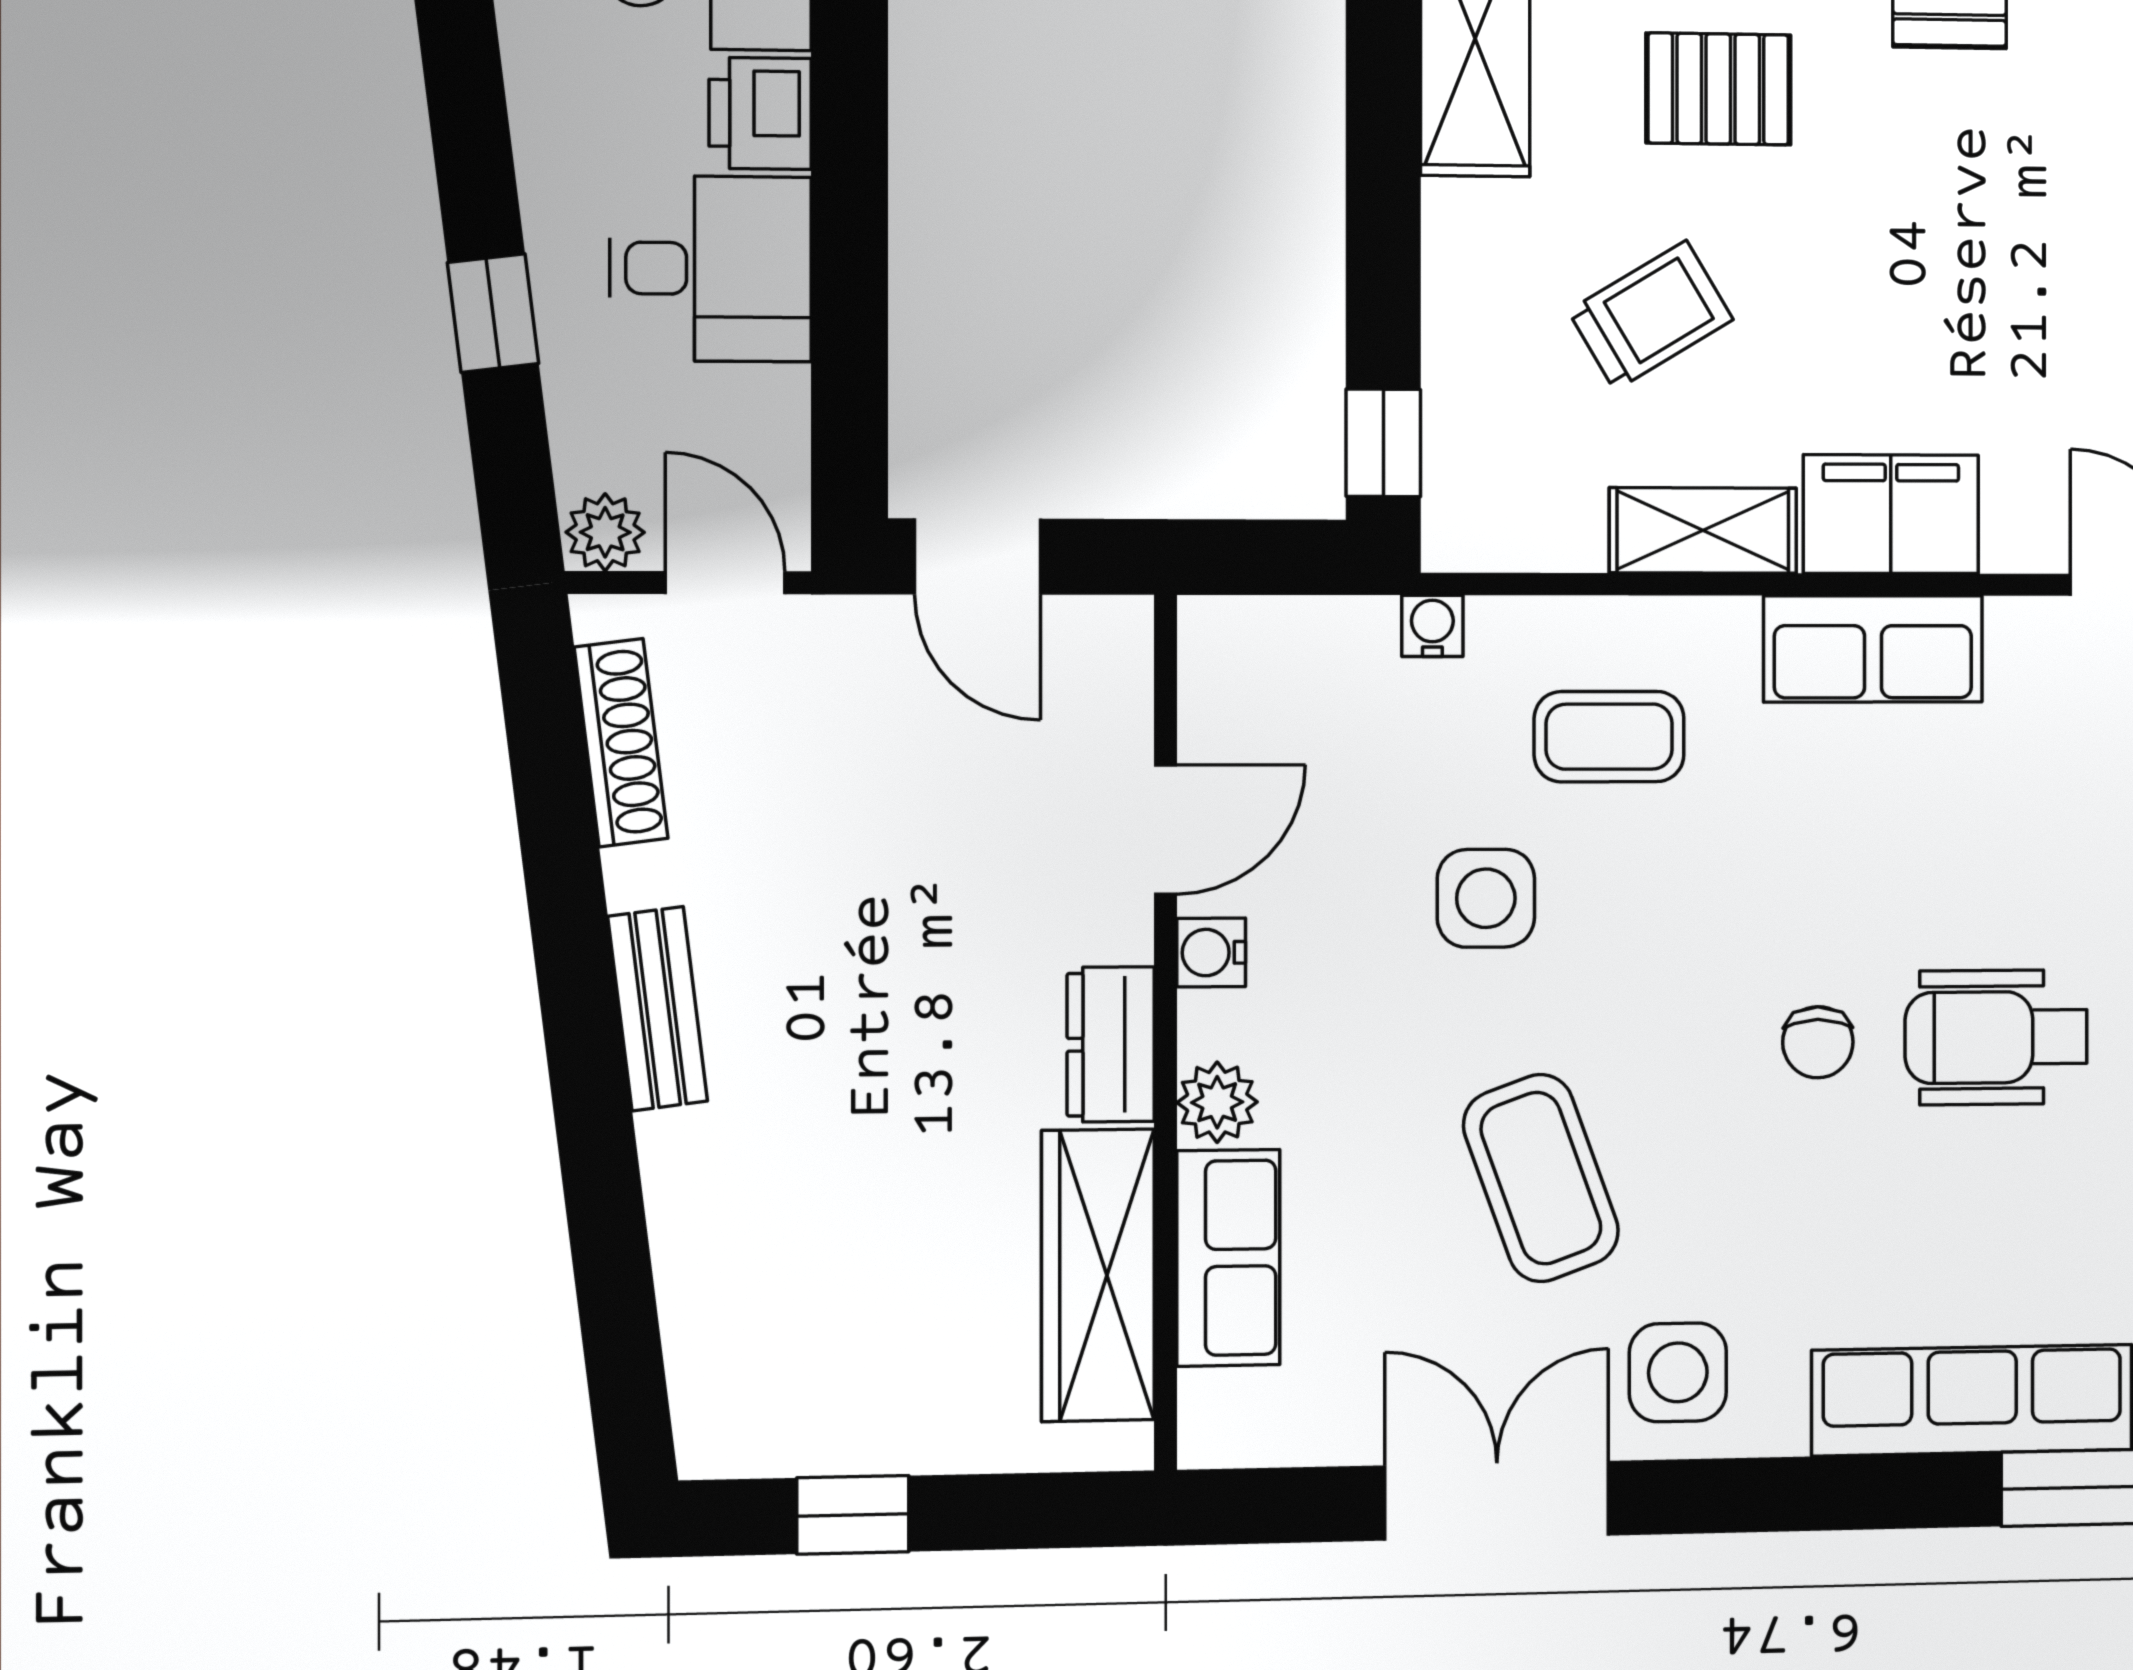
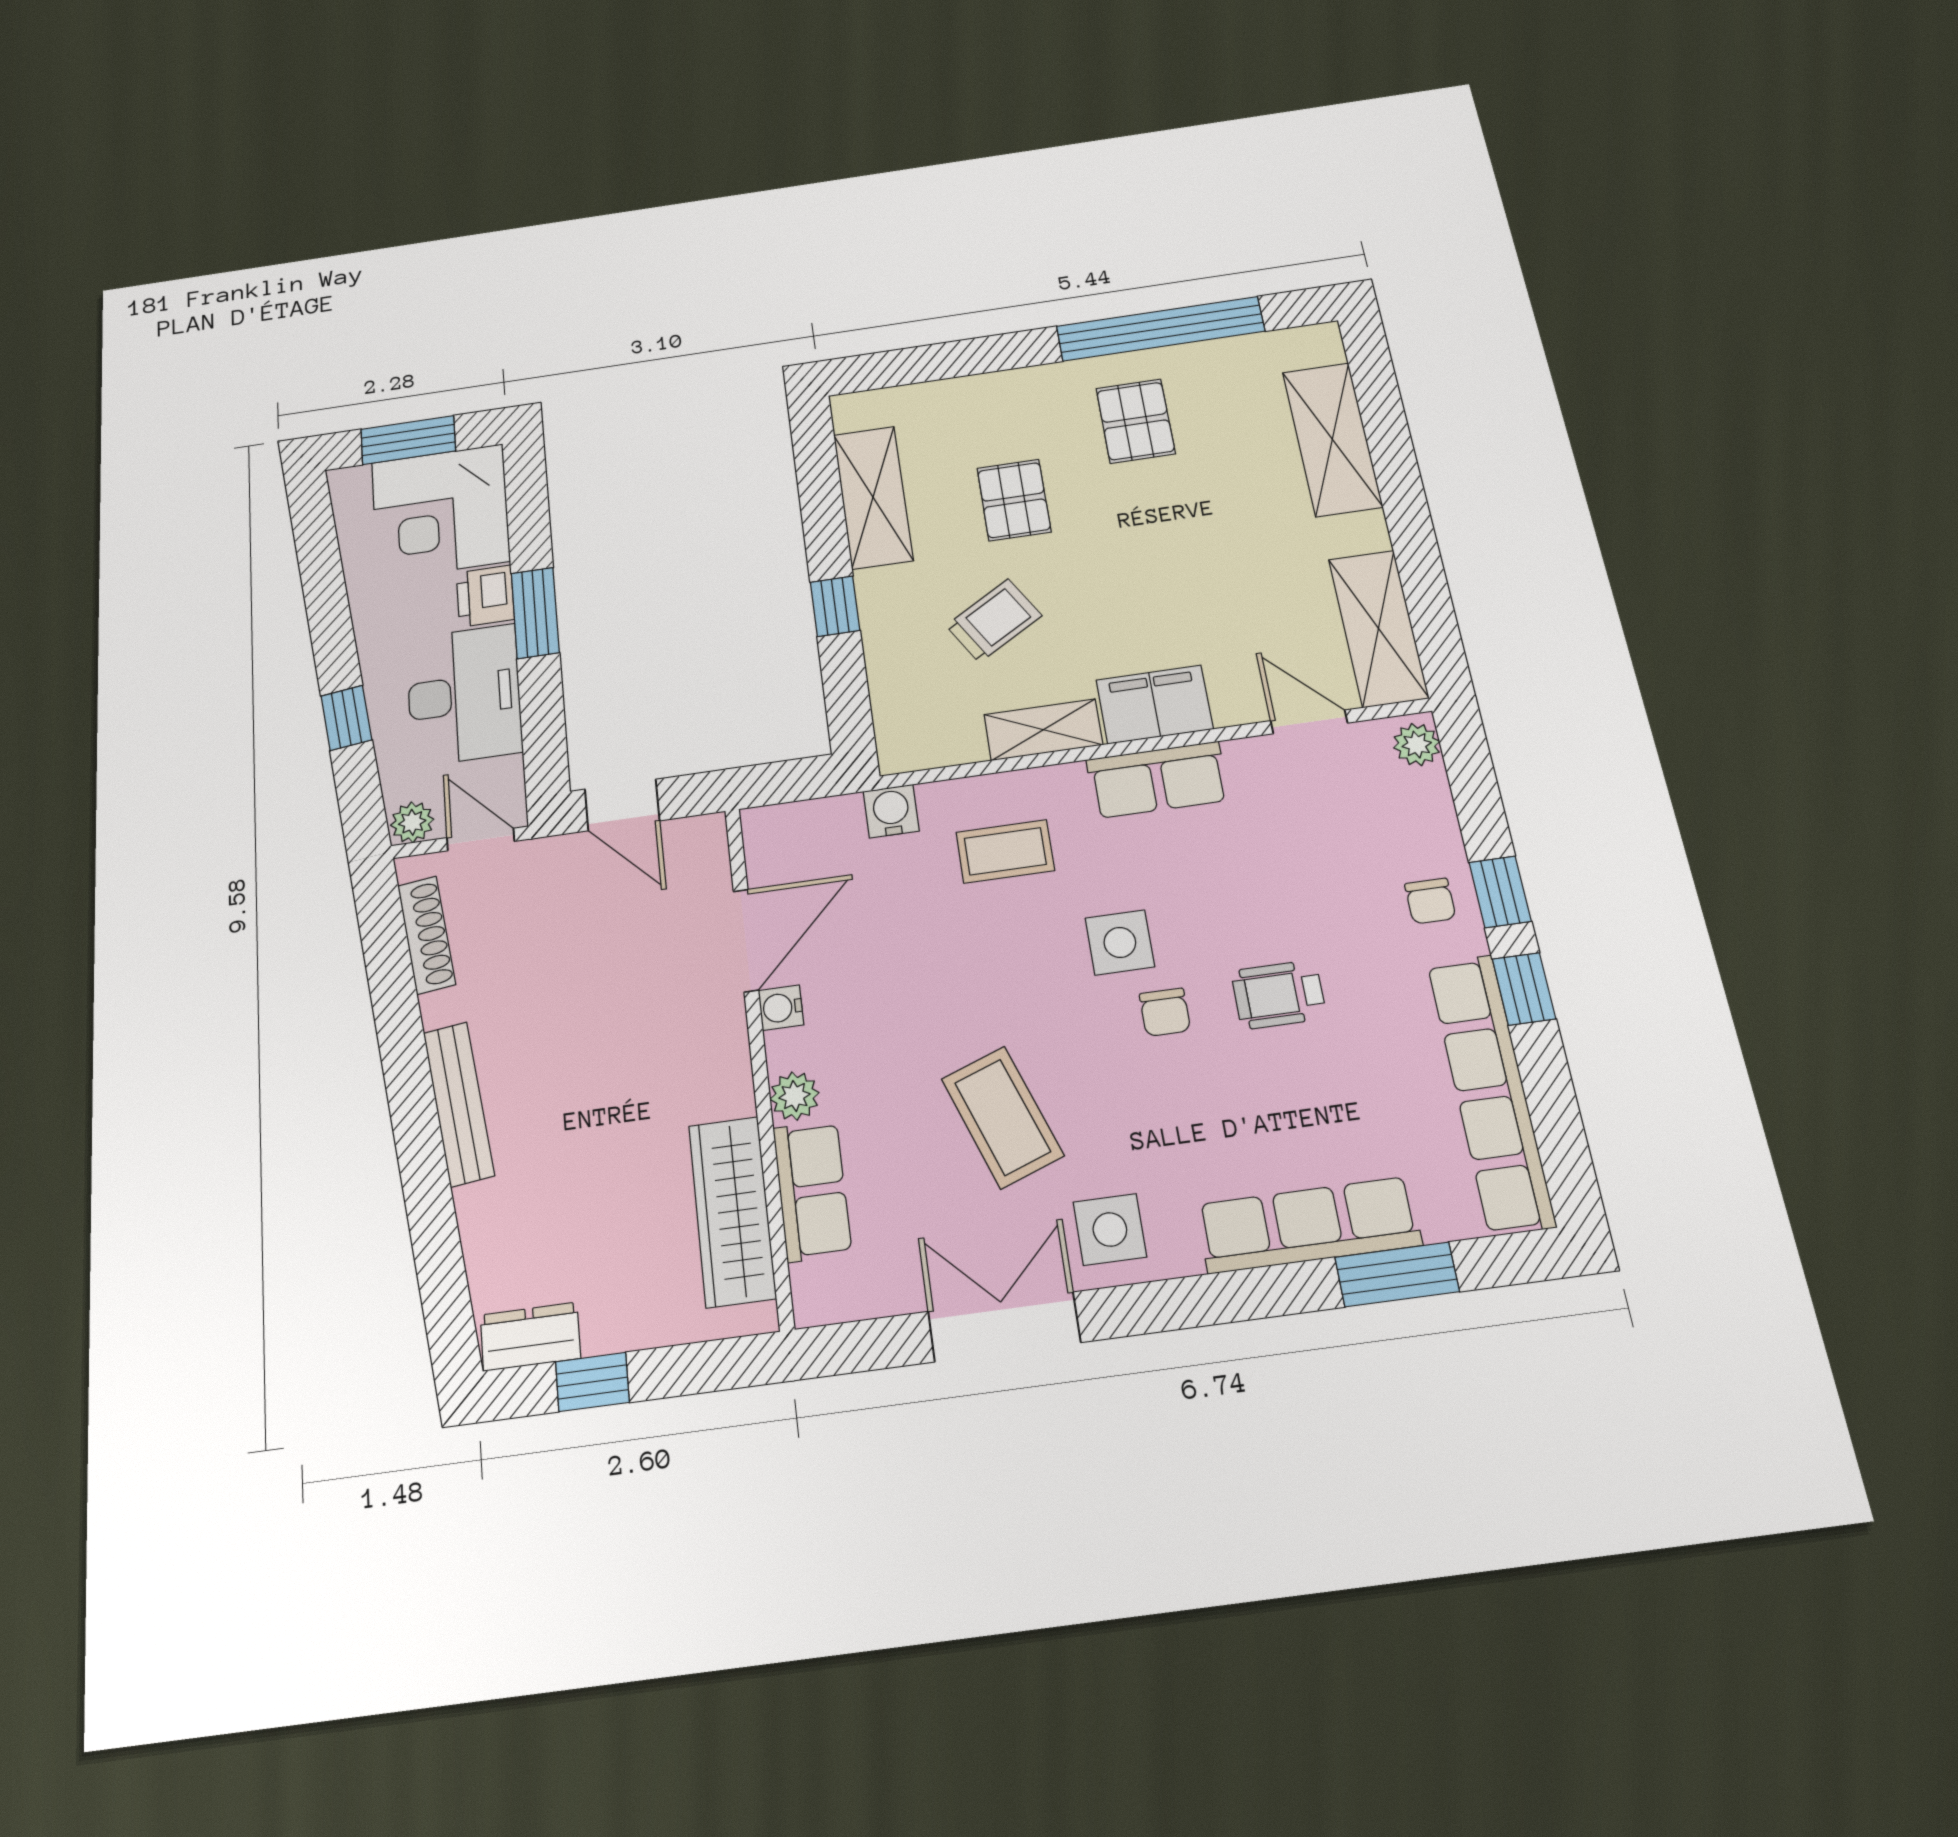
pallet: (1718, 89) -> (1014, 500), turned 90
window: (850, 163) -> (535, 613), added
desk: (711, 269) -> (464, 695), width x1.37
window: (1383, 443) -> (835, 606), moved
water cooler: (1432, 626) -> (891, 811), width x1.38, depth x1.38
door: (1166, 830) -> (746, 940), width x1.38
side table: (1486, 898) -> (1120, 942), moved
bench: (658, 1009) -> (459, 1104), width x1.36
wheelchair: (1996, 1037) -> (1279, 995), width x0.73, depth x0.73
dresser: (1111, 1044) -> (530, 1337), moved, turned 90

